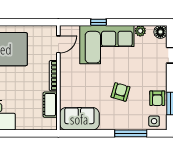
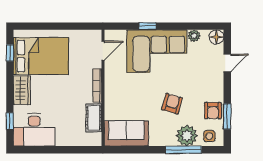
plant: (134, 121) -> (187, 136), added

